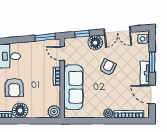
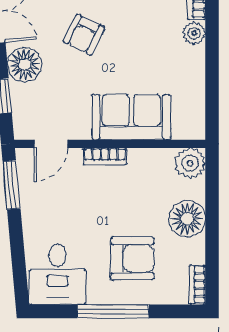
armchair: (108, 67) -> (84, 35), turned -90
sofa: (73, 87) -> (131, 117), width x0.73
floor lamp: (20, 111) -> (187, 219), moved

